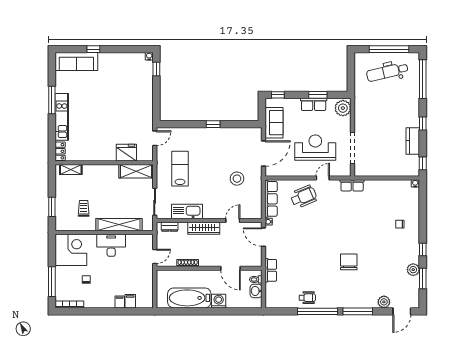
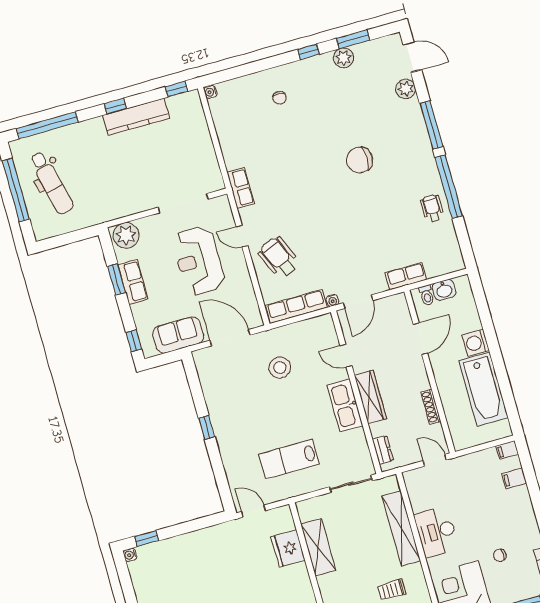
kitchen counter: (413, 141) -> (136, 117), width x1.50
shelving: (136, 171) -> (318, 547), moved
kitchen sink: (187, 211) -> (345, 405), moved
filing cabinet: (120, 302) -> (507, 450), moved

